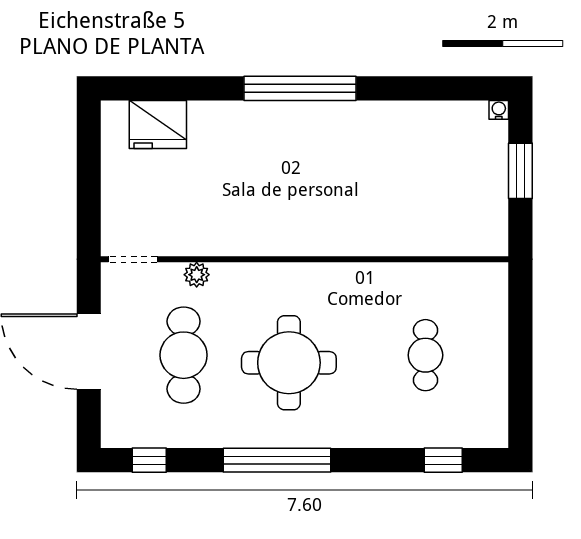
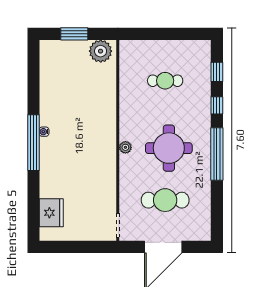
water cooler: (499, 110) -> (44, 132), moved
plant: (485, 224) -> (101, 51), added
plant: (197, 275) -> (125, 147), moved
window: (149, 460) -> (217, 105), moved

